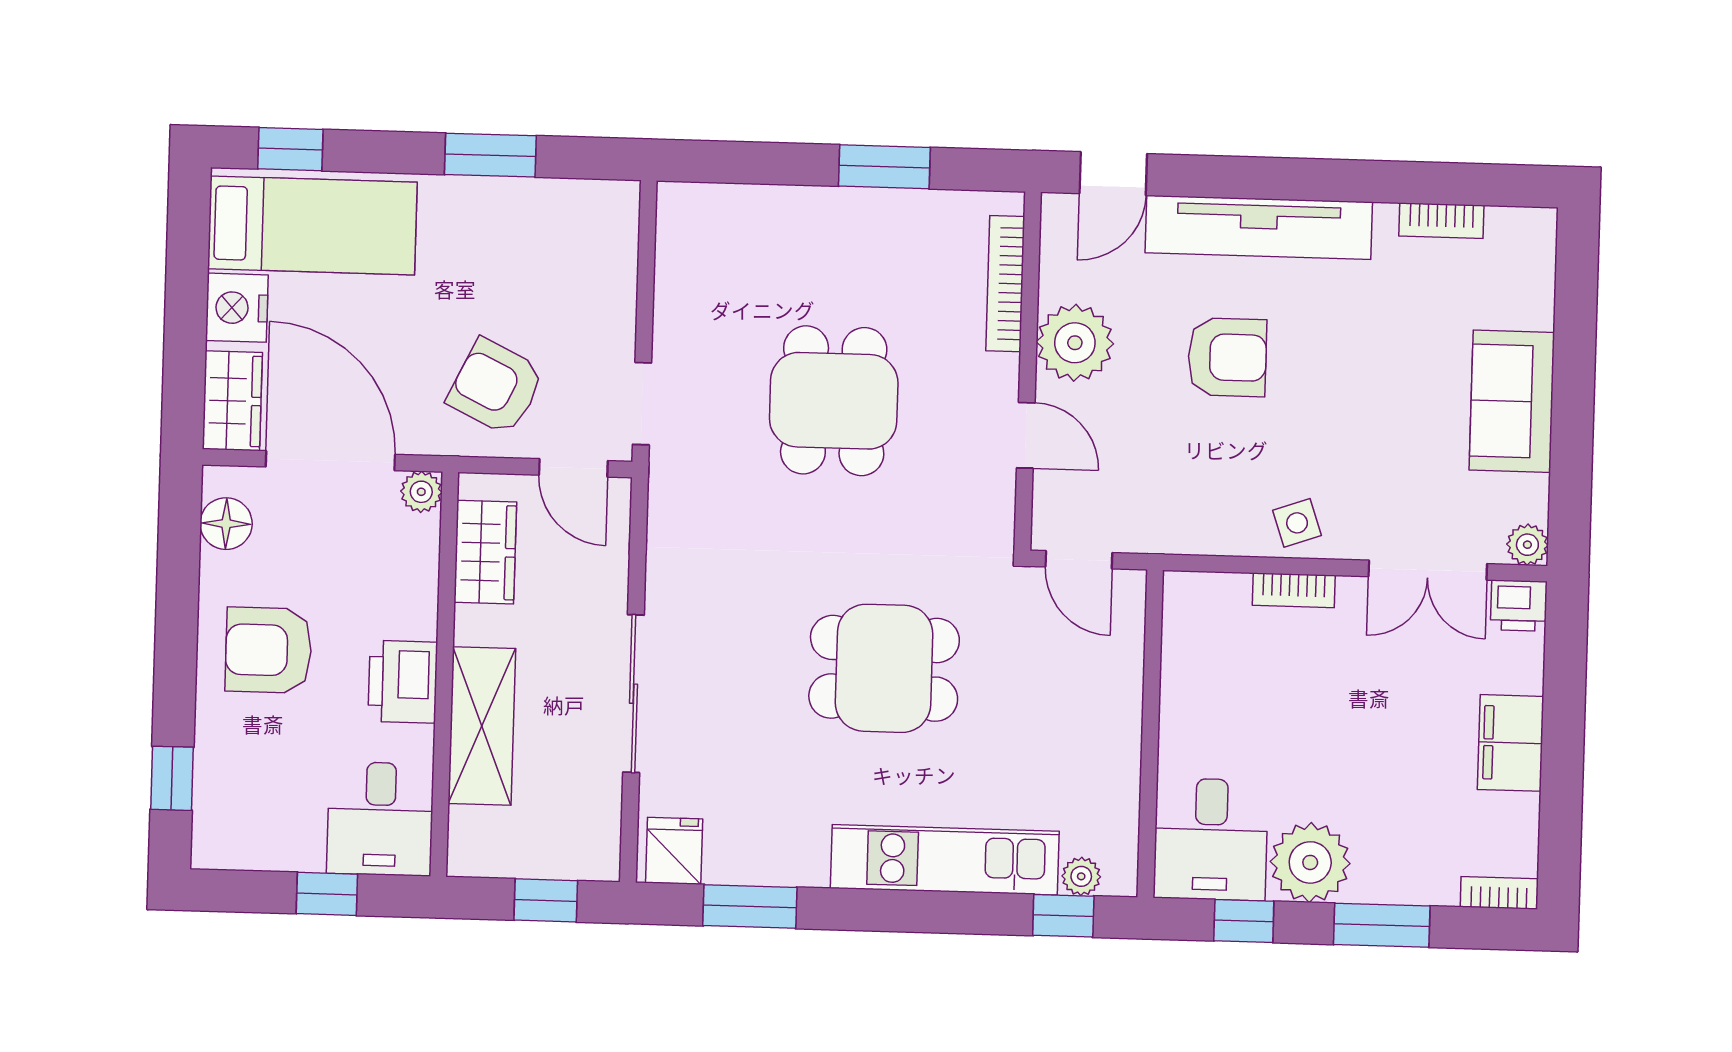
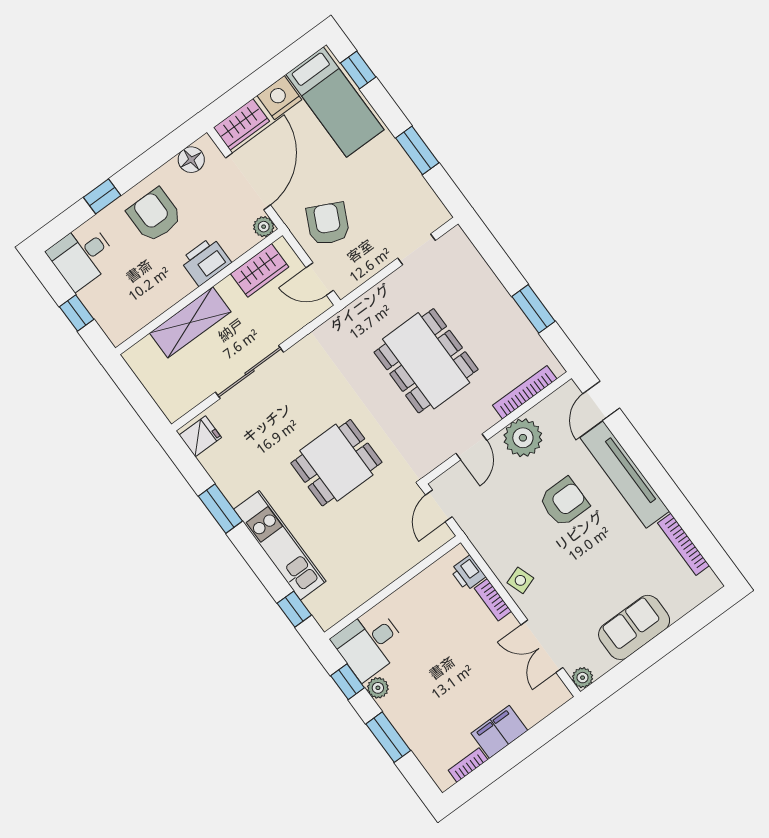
door: (1113, 174) -> (601, 401), hinge flipped
bookcase: (1441, 221) -> (683, 544), width x1.56
armchair: (1227, 357) -> (564, 502), turned -90
dining table: (834, 401) -> (426, 361), width x1.38
doorway: (642, 404) -> (417, 249), moved
door: (573, 468) -> (320, 279), hinge flipped
printer: (1519, 606) -> (468, 573), moved
dining table: (884, 668) -> (336, 463), turned 90
printer: (403, 682) -> (206, 261), moved
window: (172, 778) -> (102, 196), moved
desk: (380, 819) -> (82, 256), moved
plant: (1310, 862) -> (378, 688), width x0.53, depth x0.53
plant: (1081, 876) -> (315, 604), removed
bookcase: (1499, 893) -> (468, 765), moved, turned -90
window: (546, 900) -> (141, 401), removed
window: (750, 906) -> (220, 509), moved

